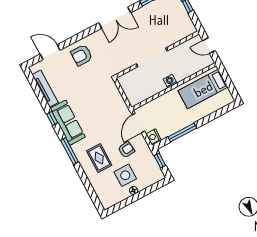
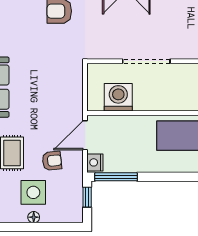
washing machine: (170, 81) -> (118, 97), moved, width x1.89, depth x1.89
window: (182, 132) -> (116, 177), moved

